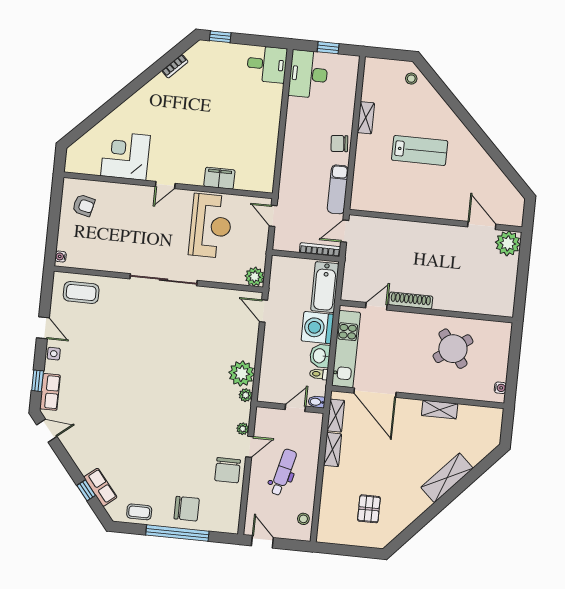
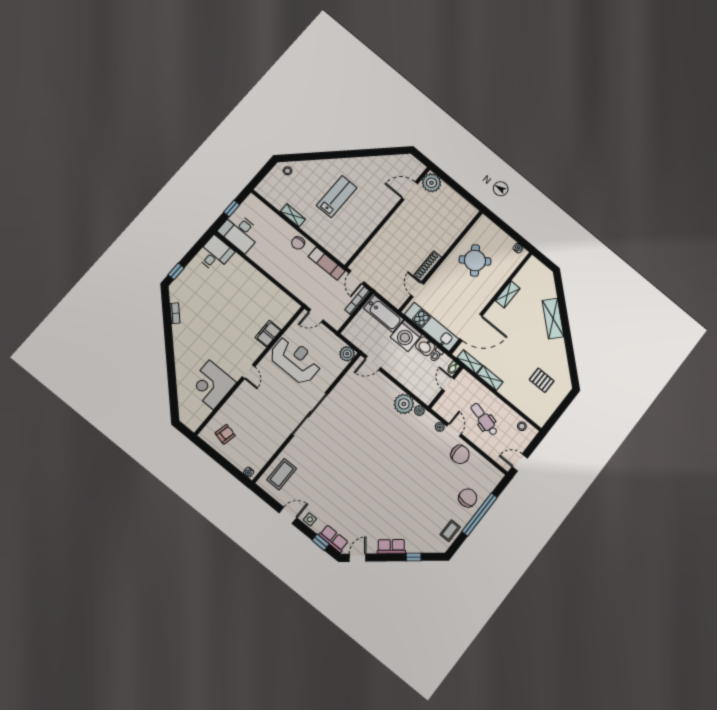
row of seats: (100, 487) -> (391, 546), moved

